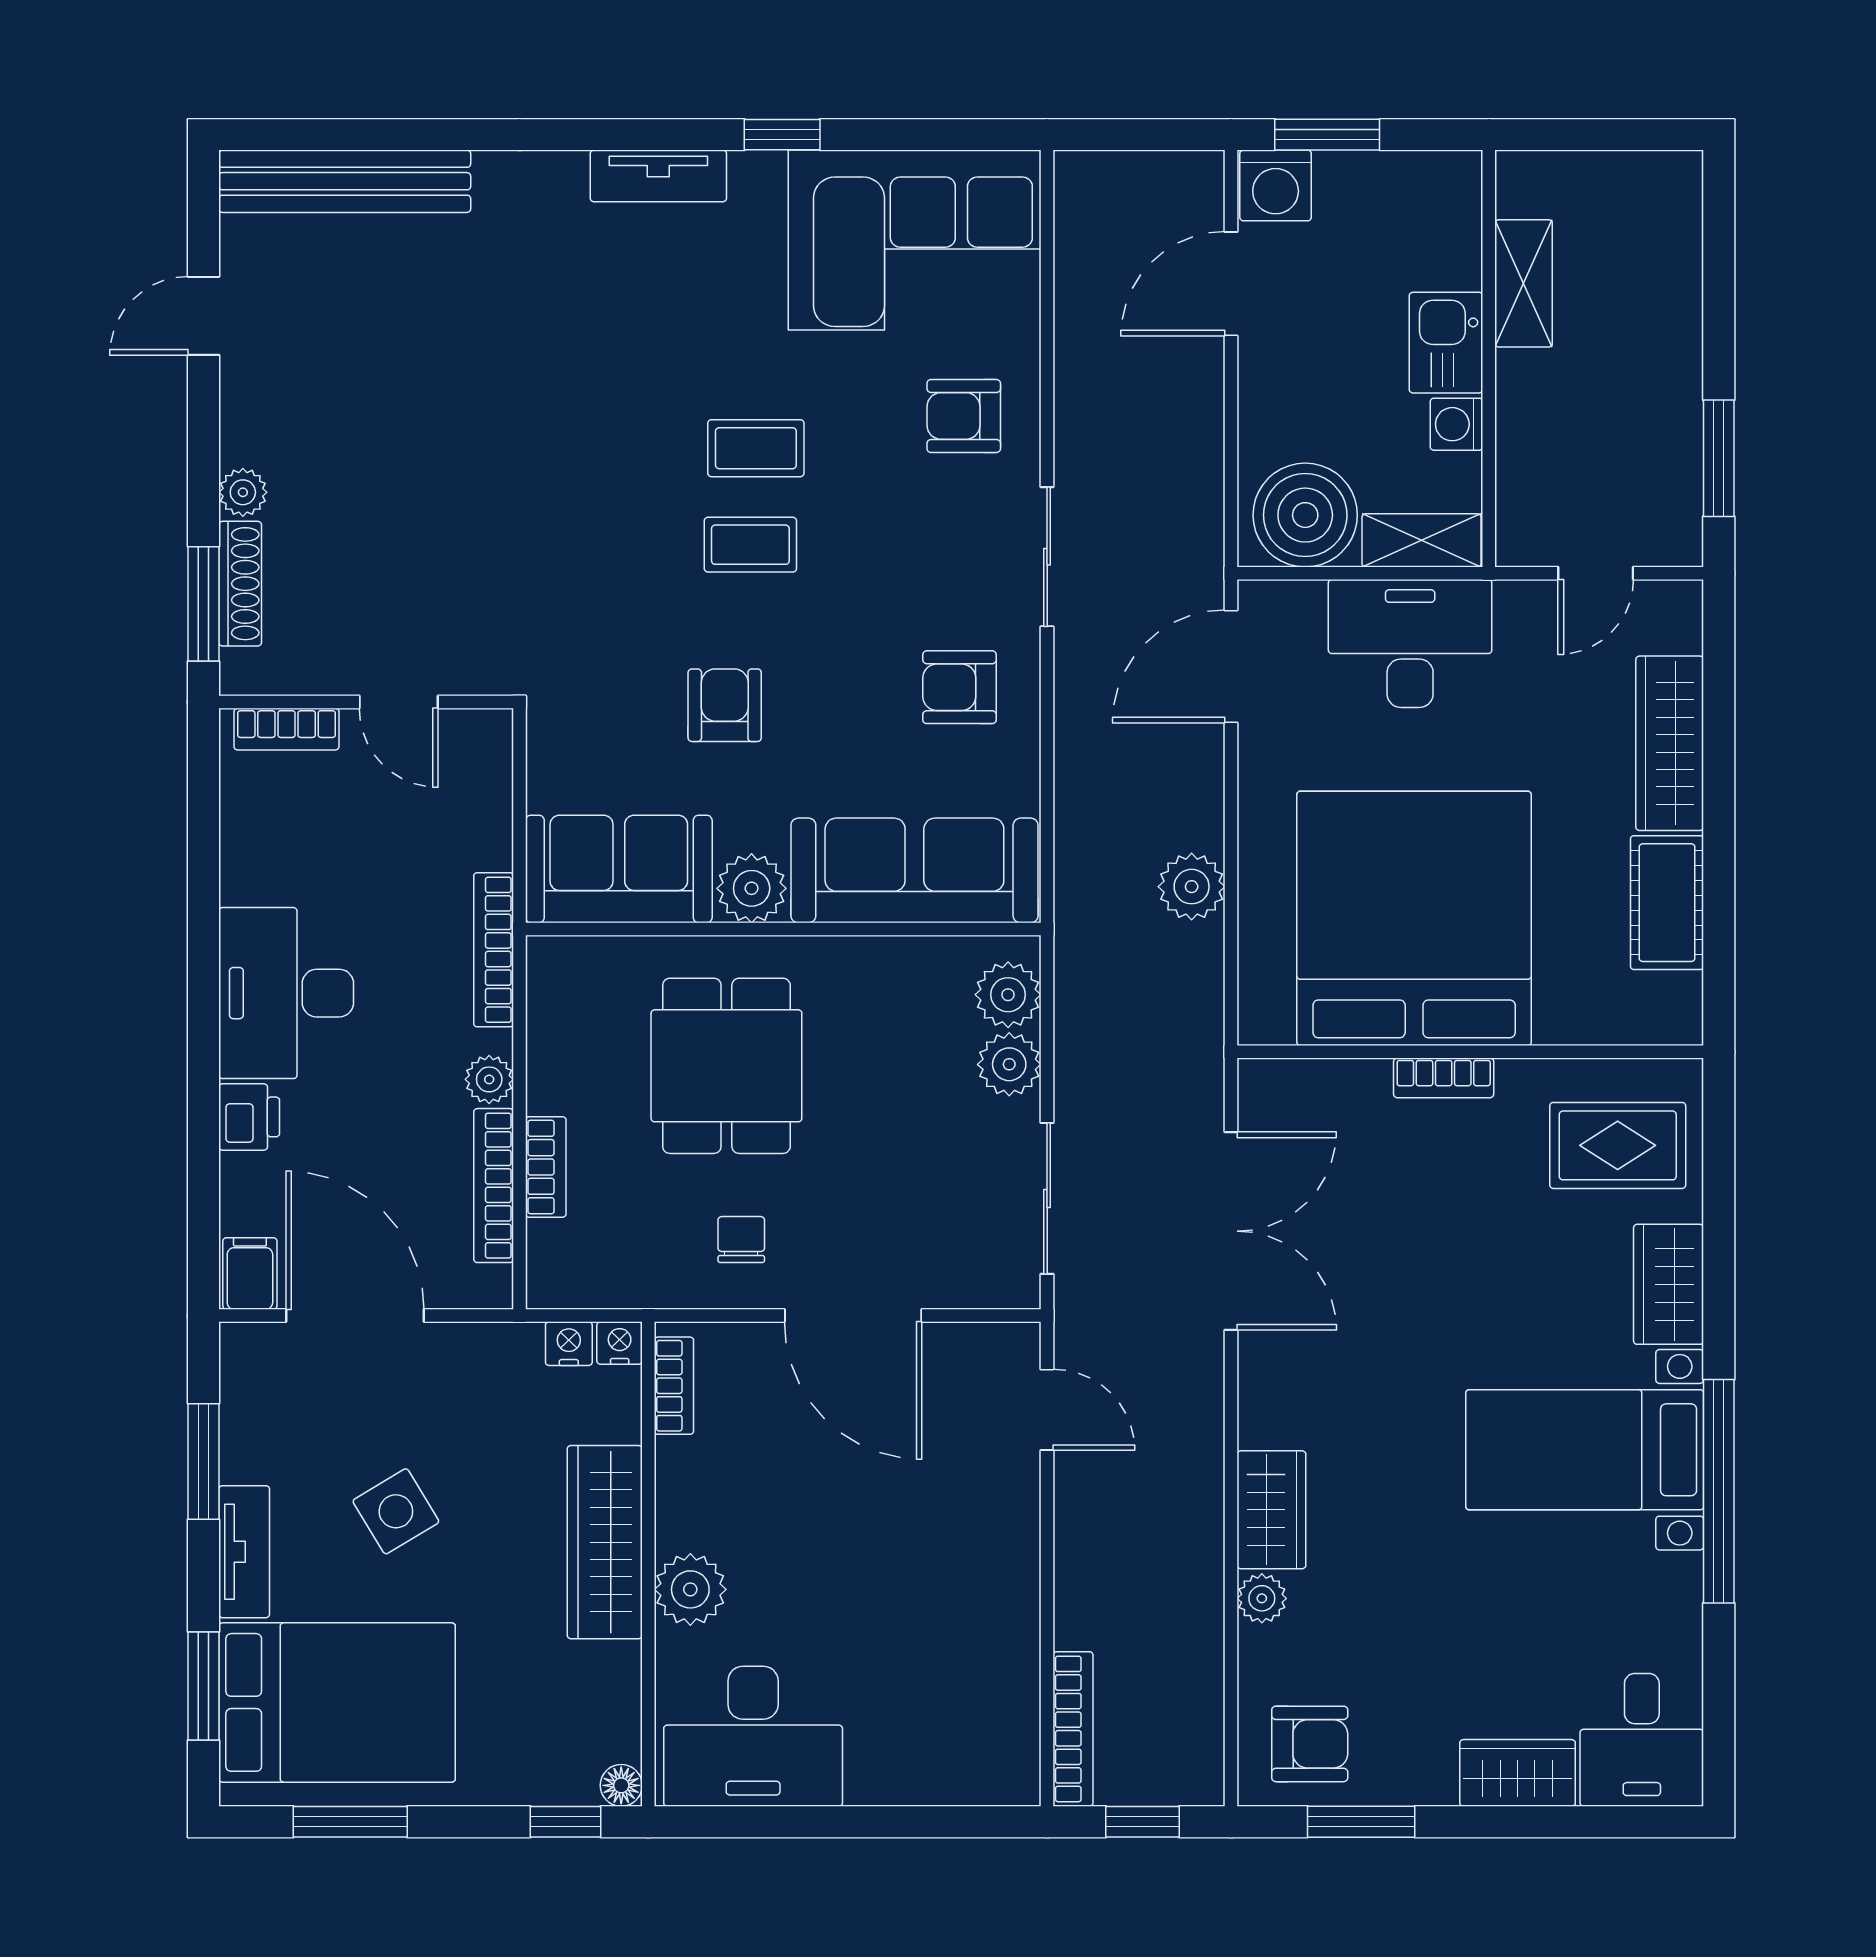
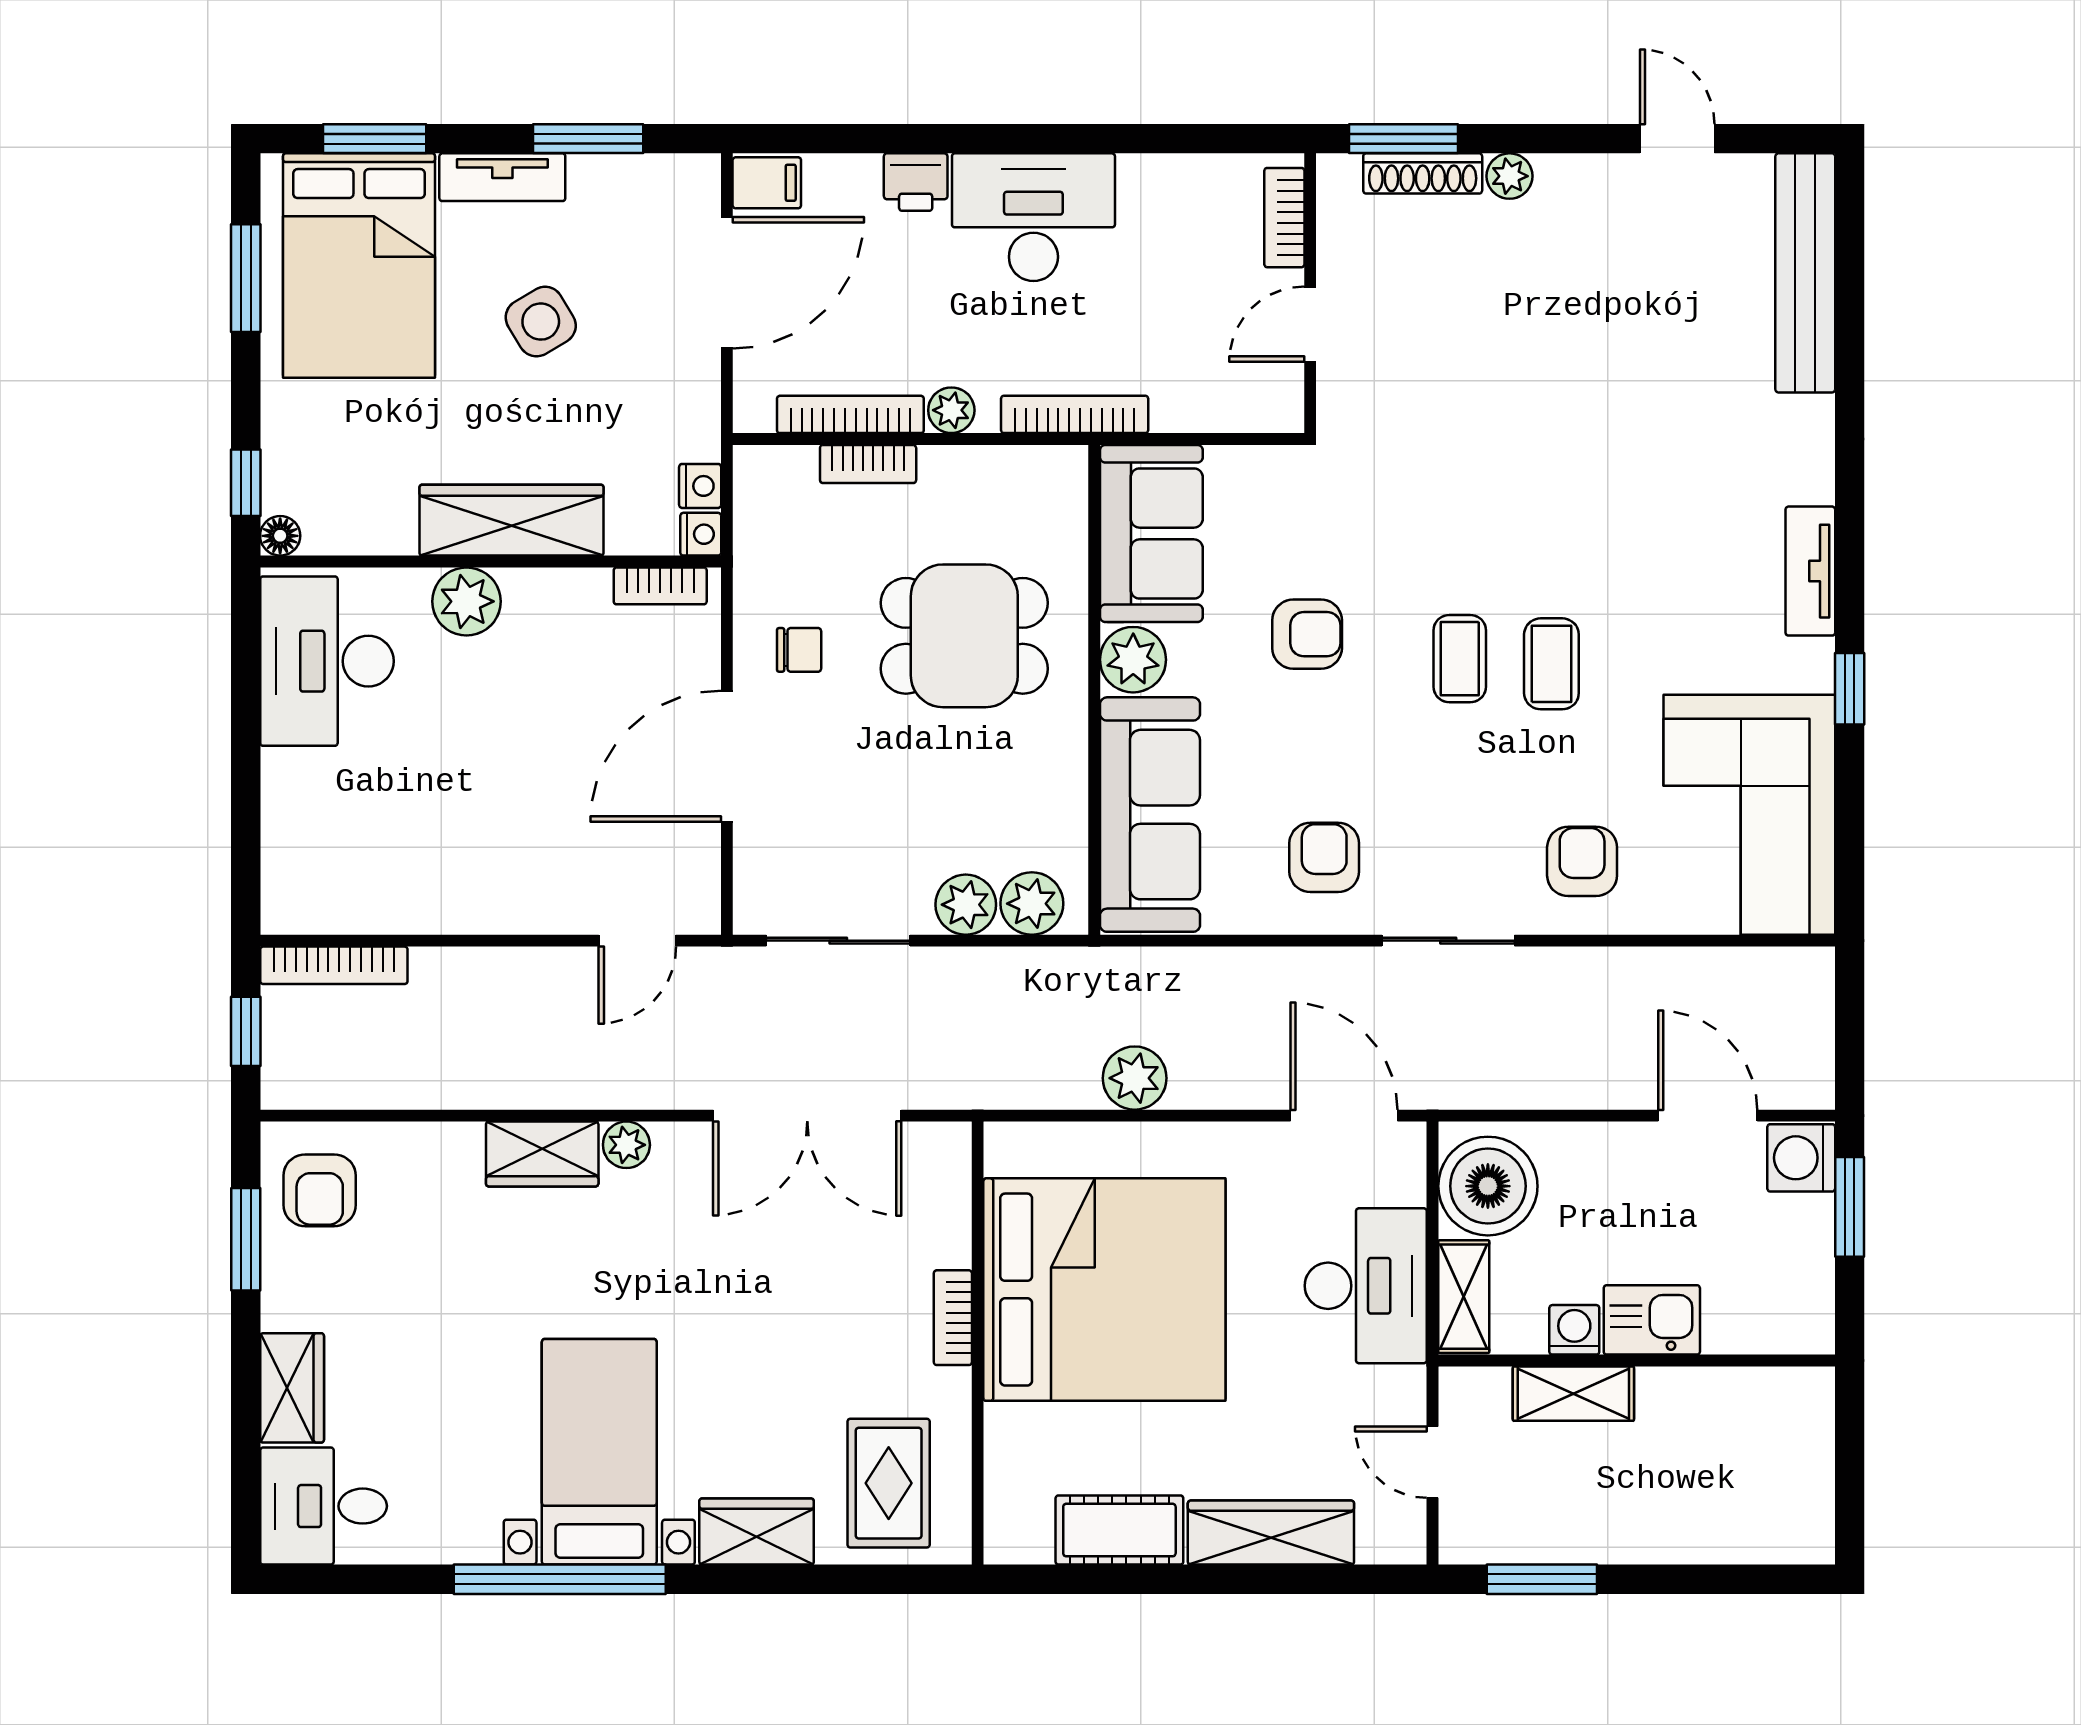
shelving: (1524, 283) -> (1573, 1394), moved
plant: (1262, 1598) -> (626, 1145), moved

